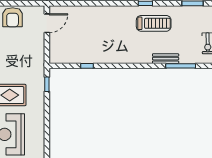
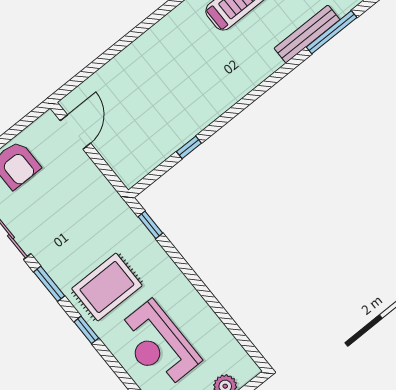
bench: (166, 59) -> (307, 34), width x1.36

